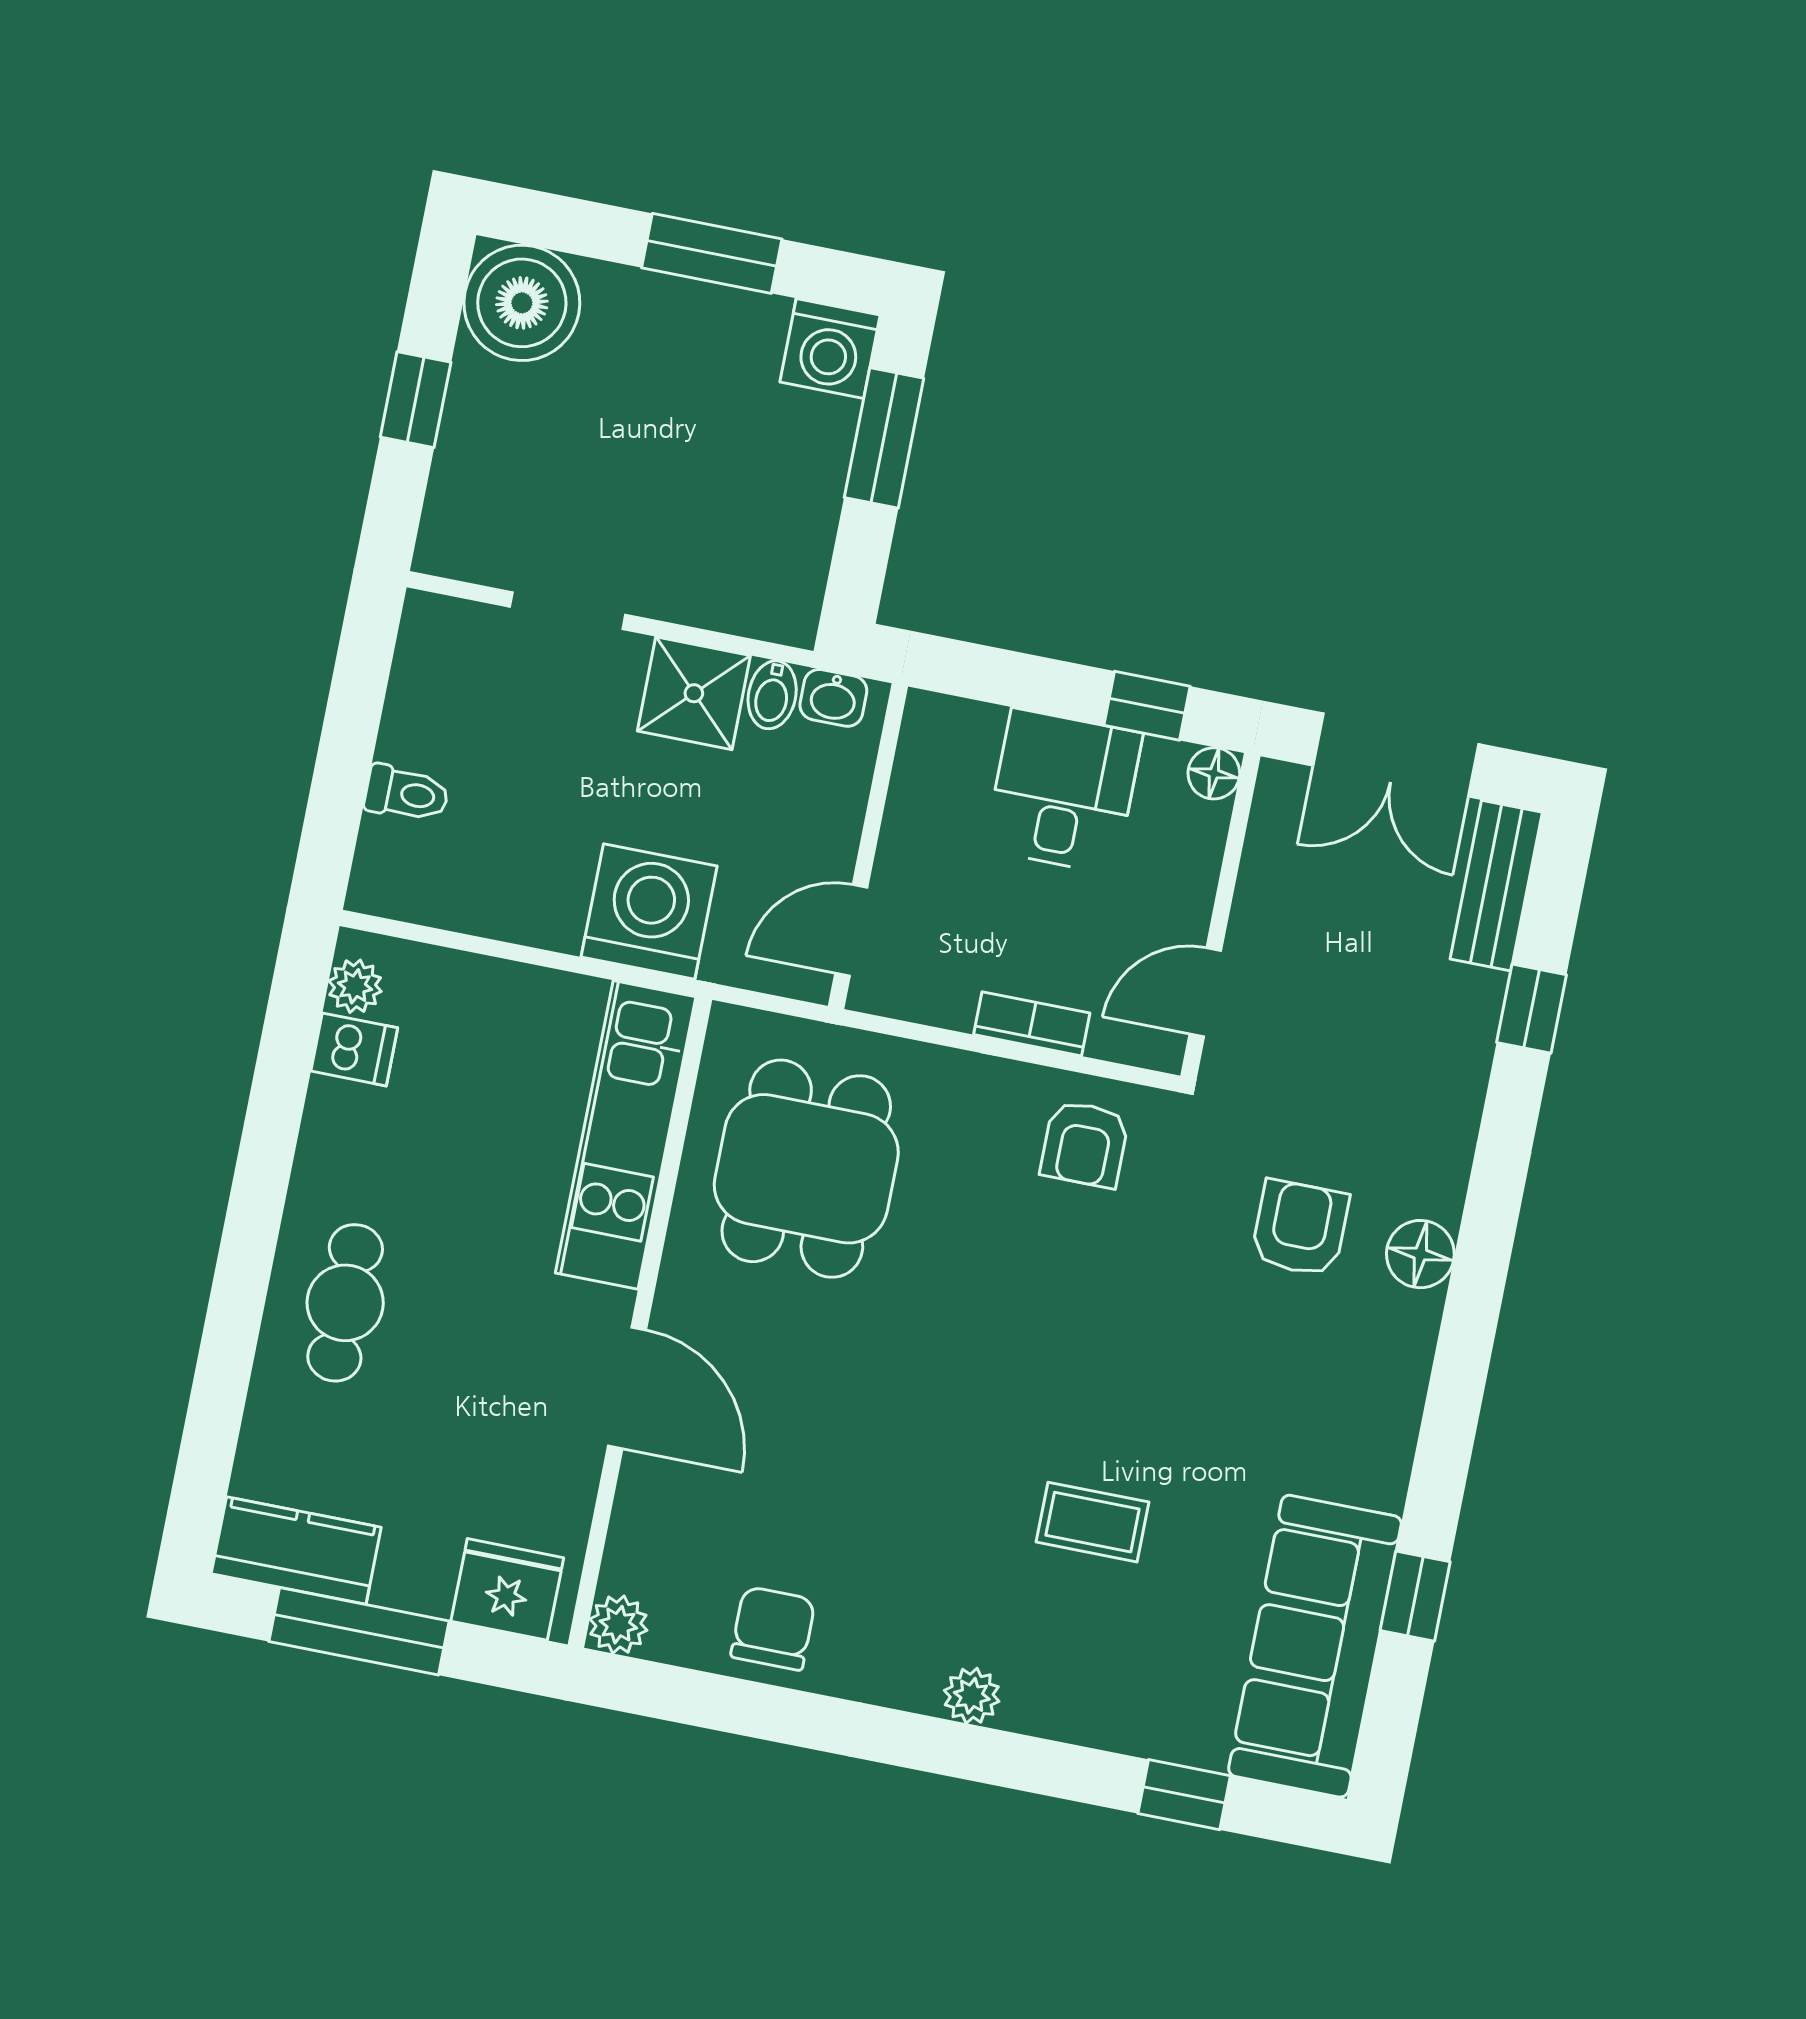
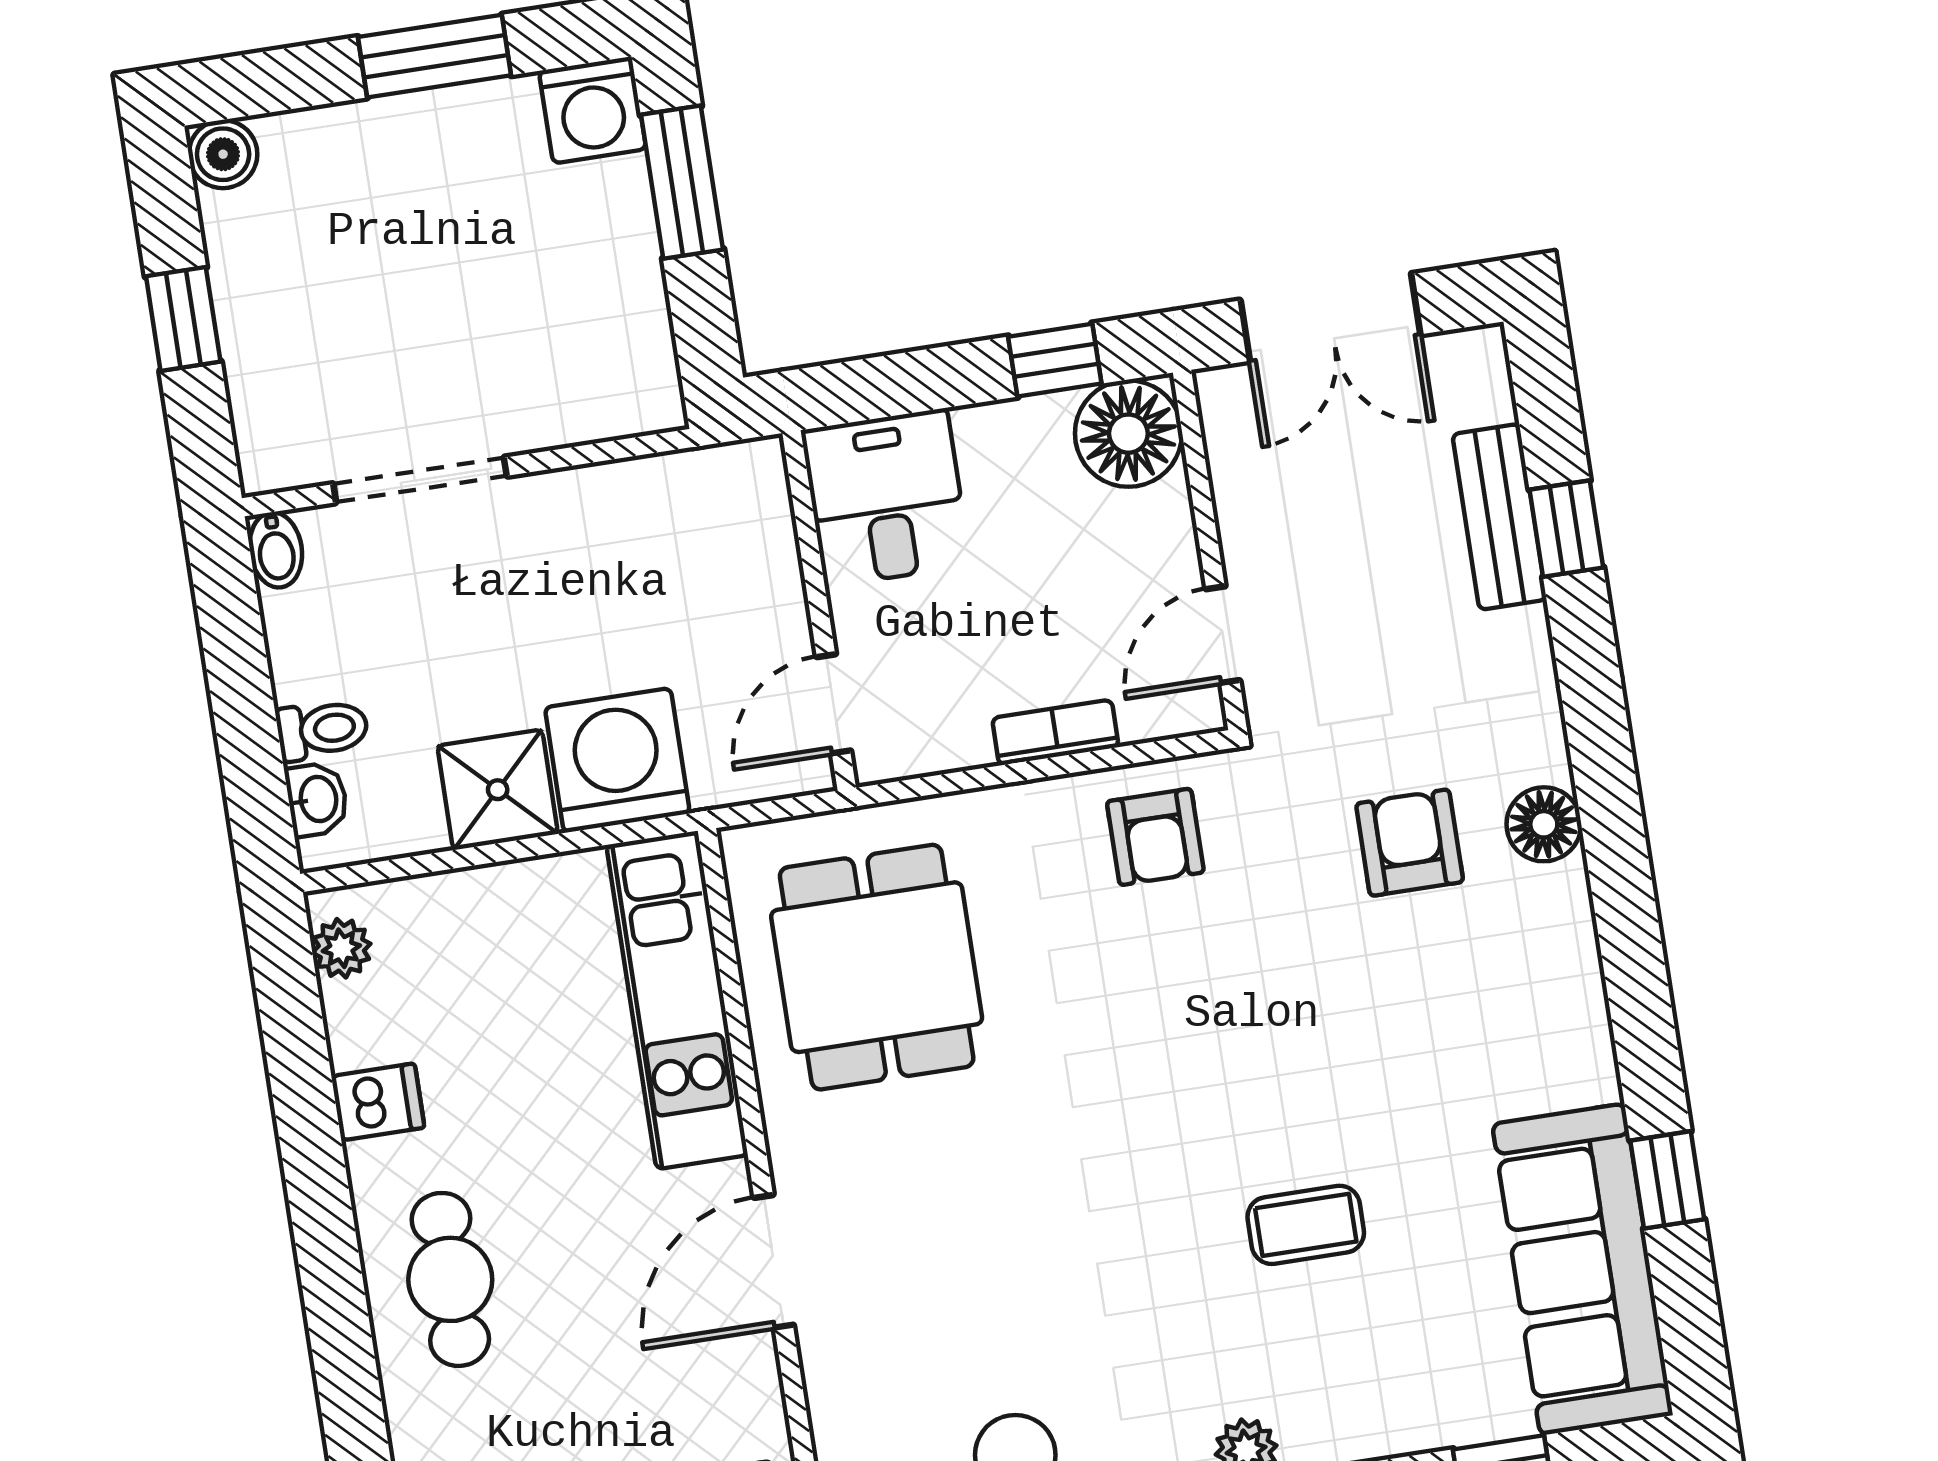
boiler: (522, 303) -> (223, 154), width x0.54, depth x0.54
doorway: (568, 611) -> (420, 480), width x1.38
shower: (694, 693) -> (498, 790), moved
bidet: (772, 695) -> (276, 550), moved
washbasin: (833, 698) -> (317, 799), moved, turned -90
floor lamp: (1214, 773) -> (1128, 434), width x1.89, depth x1.89
desk: (1063, 791) -> (886, 498), moved
bench: (1496, 886) -> (1499, 517), moved
dishwasher: (354, 1049) -> (378, 1102), moved
door: (627, 1388) -> (774, 1261), swing flipped

